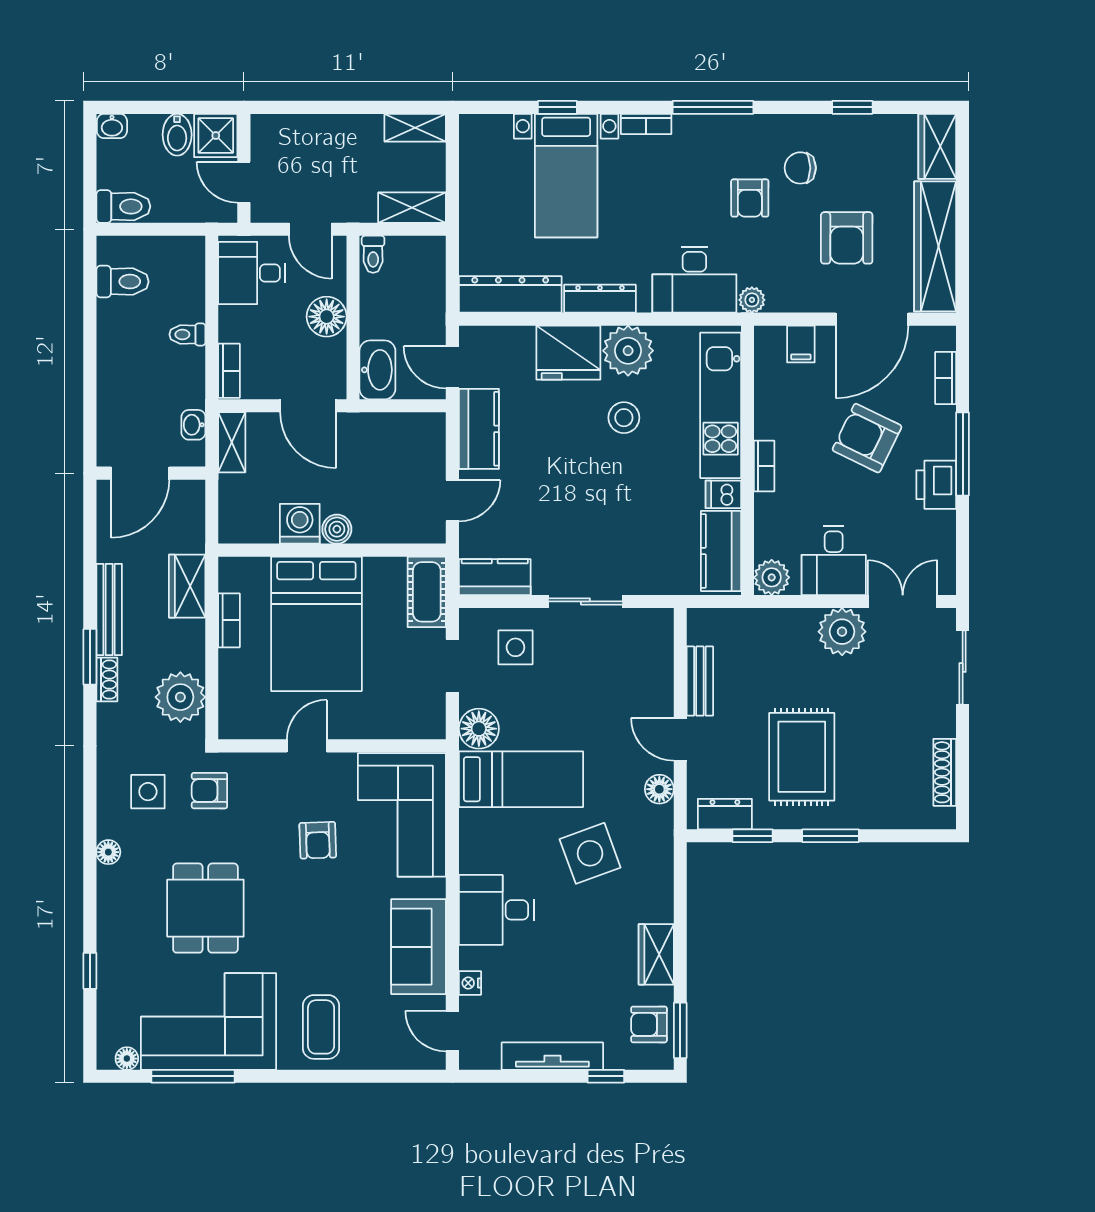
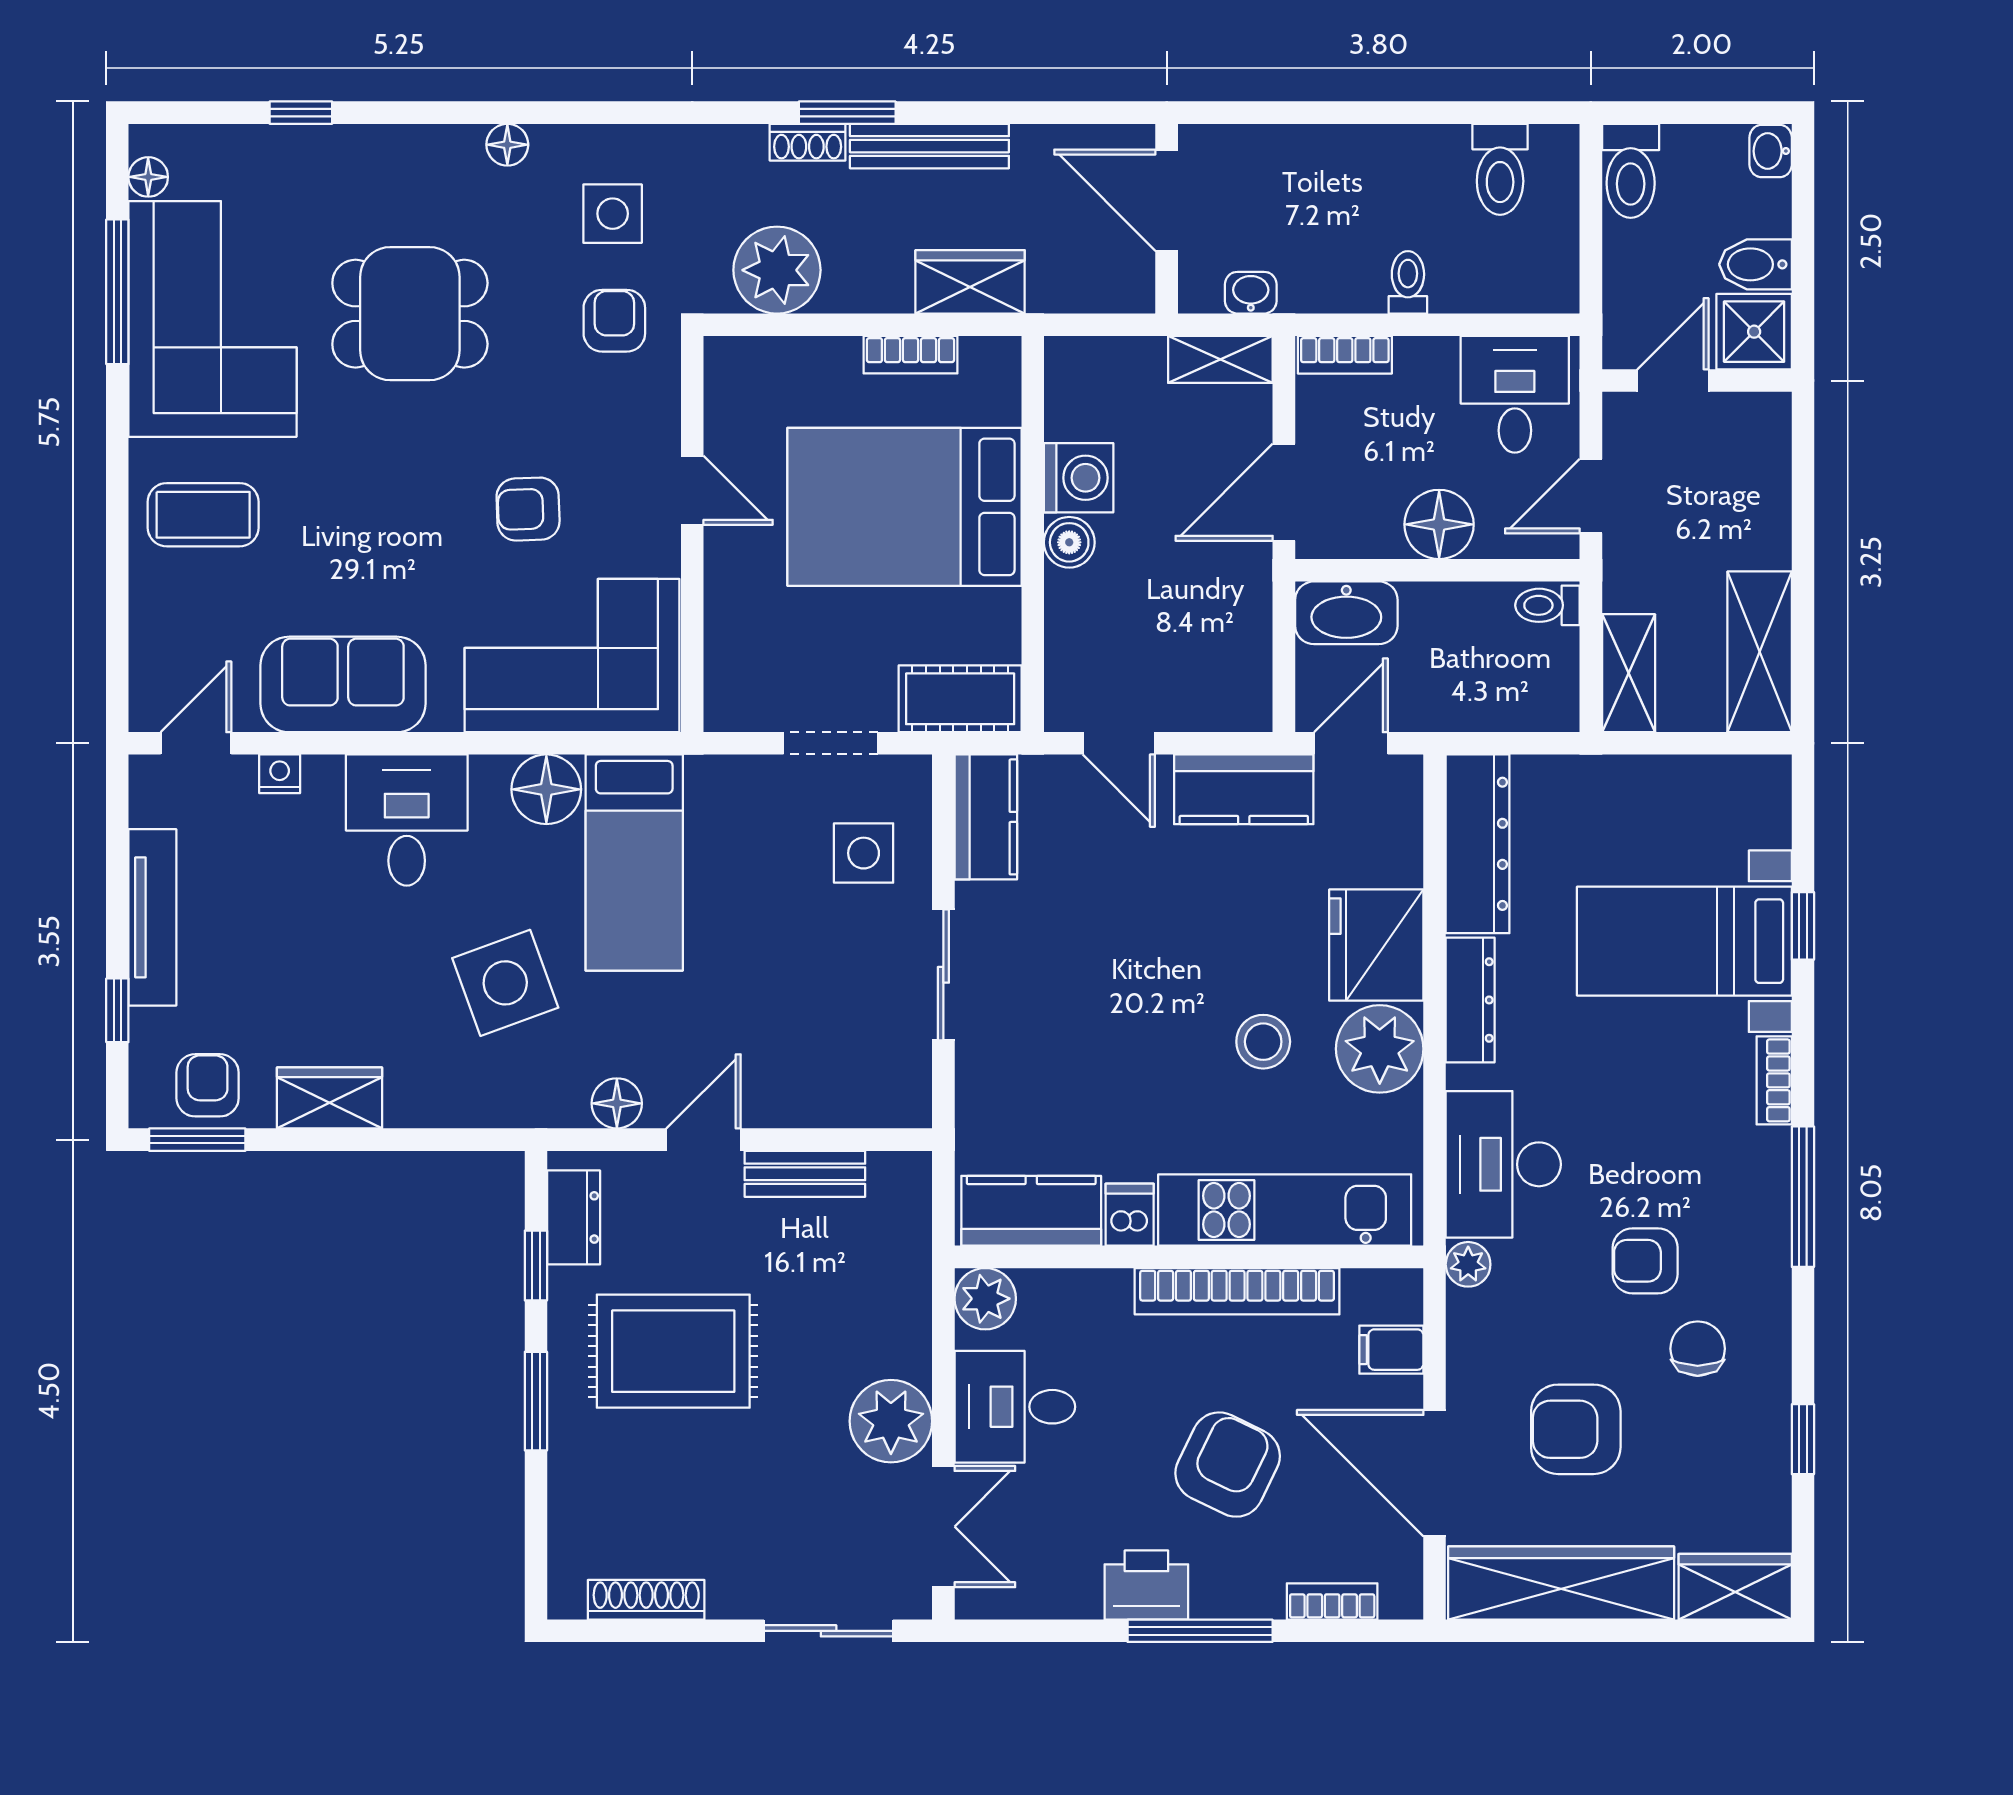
shelving: (415, 128) -> (1760, 652), width x1.50, depth x1.33
bookcase: (764, 466) -> (1237, 1291), width x2.31, depth x1.31
floor lamp: (479, 729) -> (546, 789), moved

